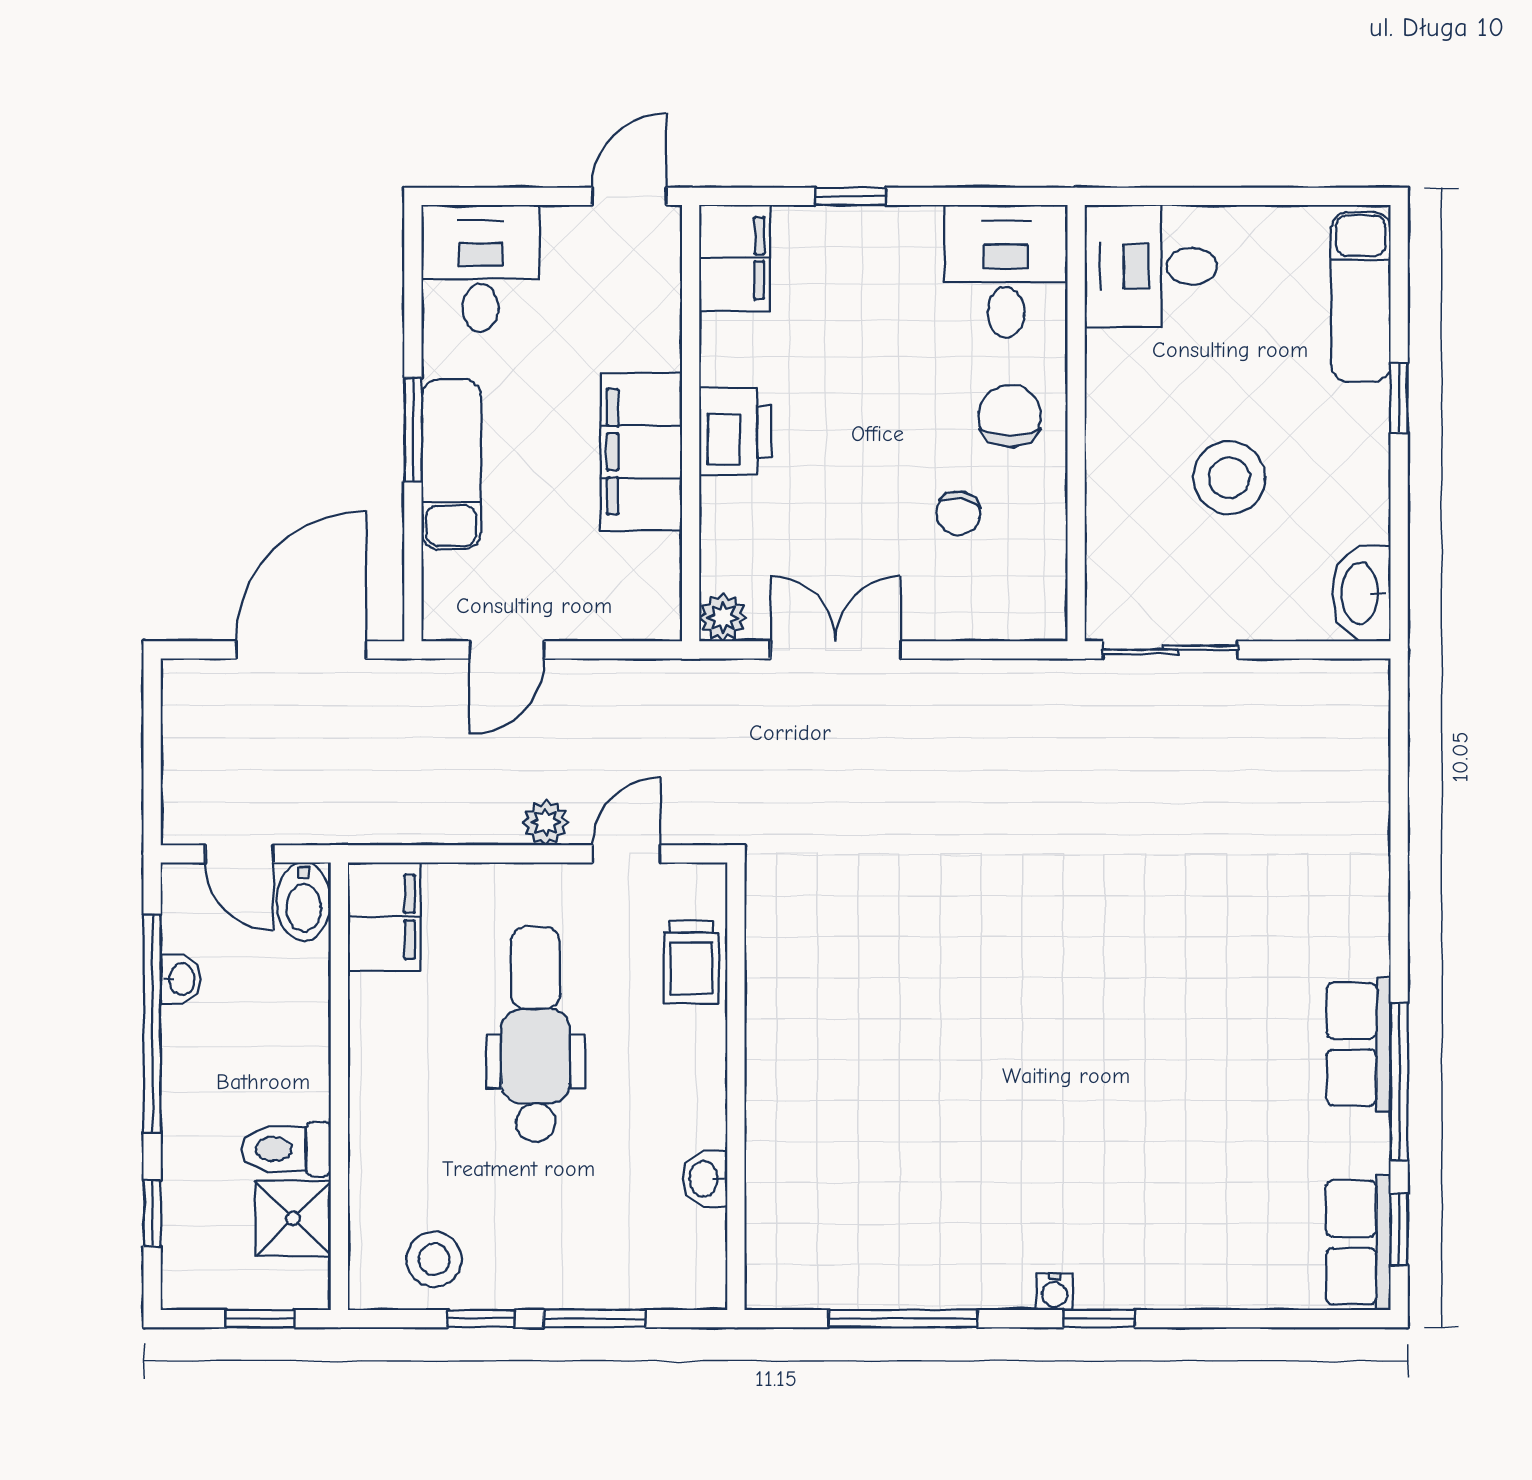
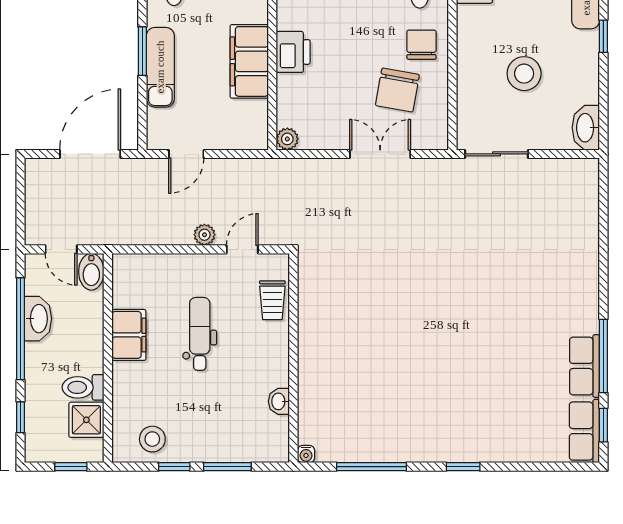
chair: (958, 513) -> (397, 90), width x1.87, depth x1.87
double door: (835, 650) -> (380, 154), moved
filing cabinet: (384, 917) -> (129, 335), moved
washbasin: (181, 979) -> (38, 319), width x1.91, depth x1.45
dental chair: (536, 1034) -> (200, 334), width x0.73, depth x0.72
row of seats: (1359, 1044) -> (585, 366), moved
water cooler: (1054, 1292) -> (306, 454), moved

